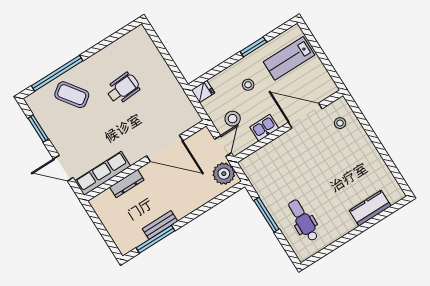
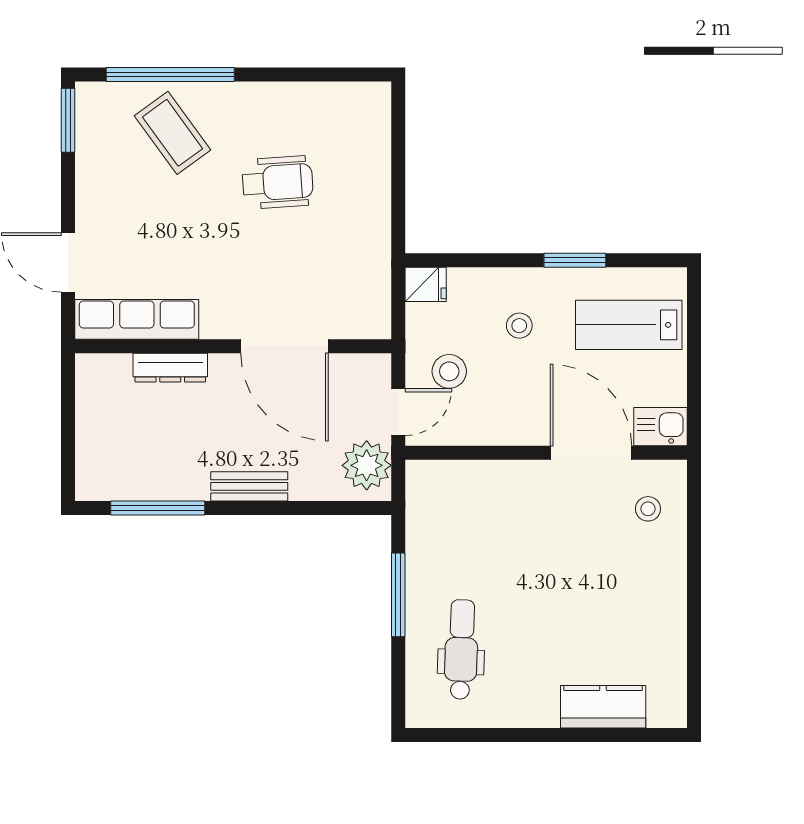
kitchen sink: (264, 128) -> (660, 427), moved
window: (38, 129) -> (68, 120), moved
bench: (160, 225) -> (249, 486), moved

